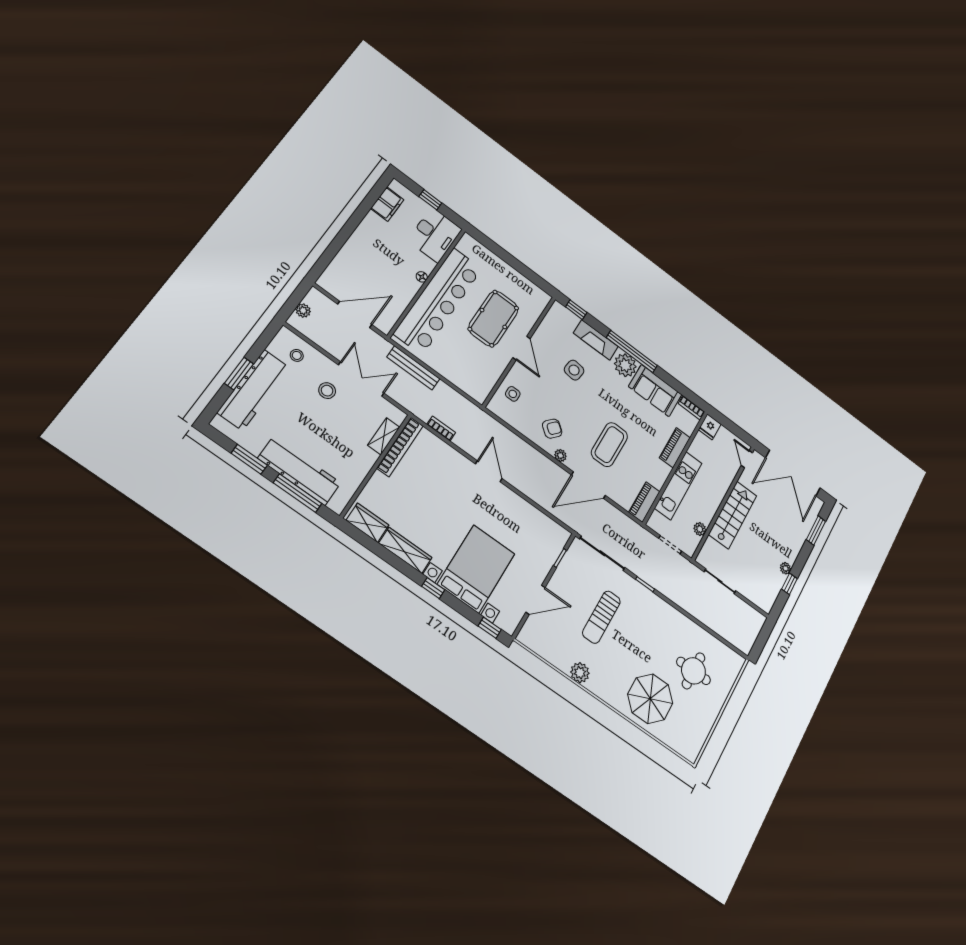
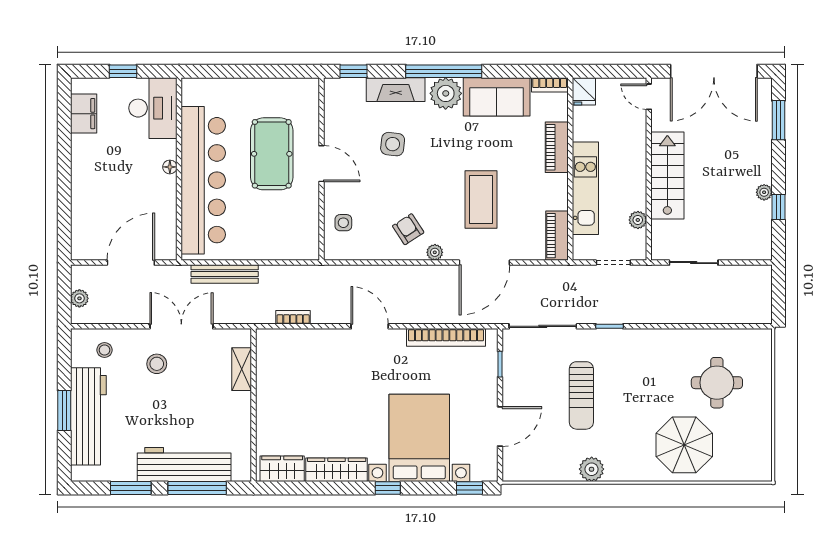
armchair: (552, 429) -> (408, 229), turned -73
bookcase: (400, 447) -> (446, 337), moved, turned 90

